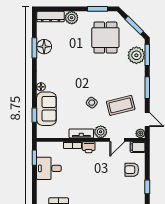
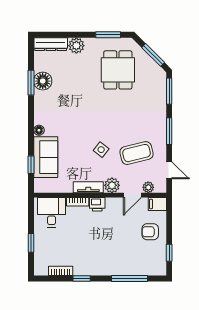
plant: (136, 55) -> (156, 92), removed
plant: (140, 133) -> (148, 187), moved
window: (34, 158) -> (31, 243), moved
desk: (49, 168) -> (52, 212), moved, turned 90

